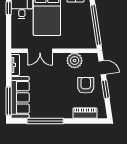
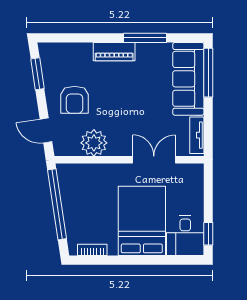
window: (105, 89) -> (37, 74), moved
piano: (85, 113) -> (114, 52), moved
window: (45, 121) -> (145, 38), width x0.68

